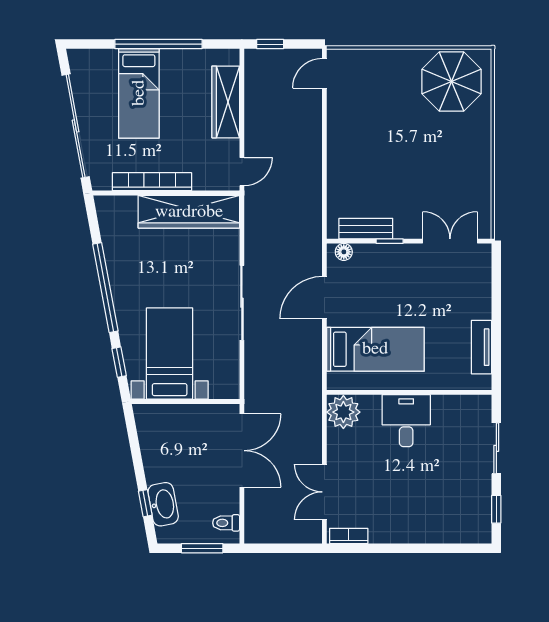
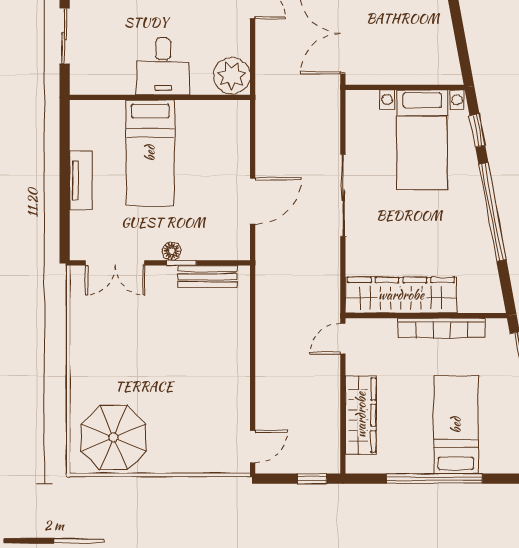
floor lamp: (344, 252) -> (172, 251), moved
tv unit: (482, 347) -> (81, 180), moved
bed: (375, 349) -> (150, 153), moved, turned -90

